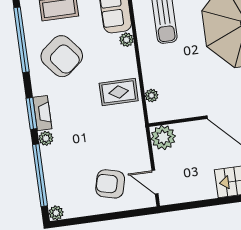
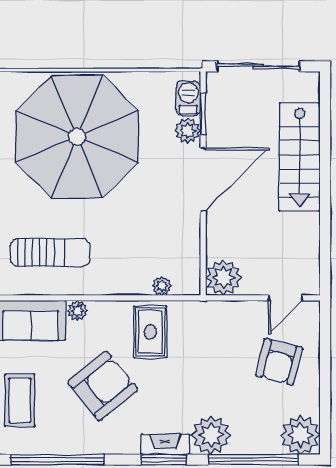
armchair: (62, 56) -> (103, 386), moved
plant: (46, 138) -> (211, 435), width x1.87, depth x1.87
plant: (56, 213) -> (300, 435), width x1.87, depth x1.87

